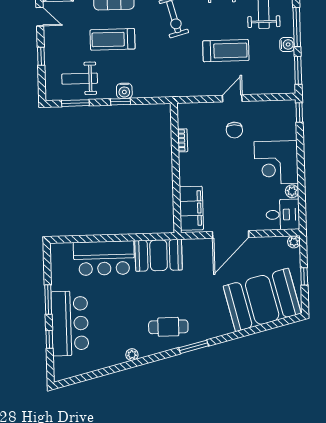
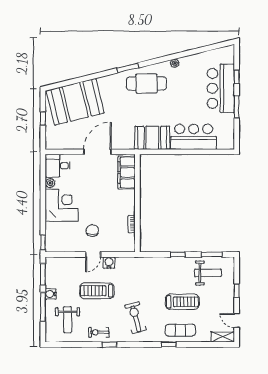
water cooler: (124, 91) -> (109, 263), moved
plant: (294, 242) -> (50, 145), removed
cafe table: (168, 327) -> (147, 84), width x1.37, depth x1.35

